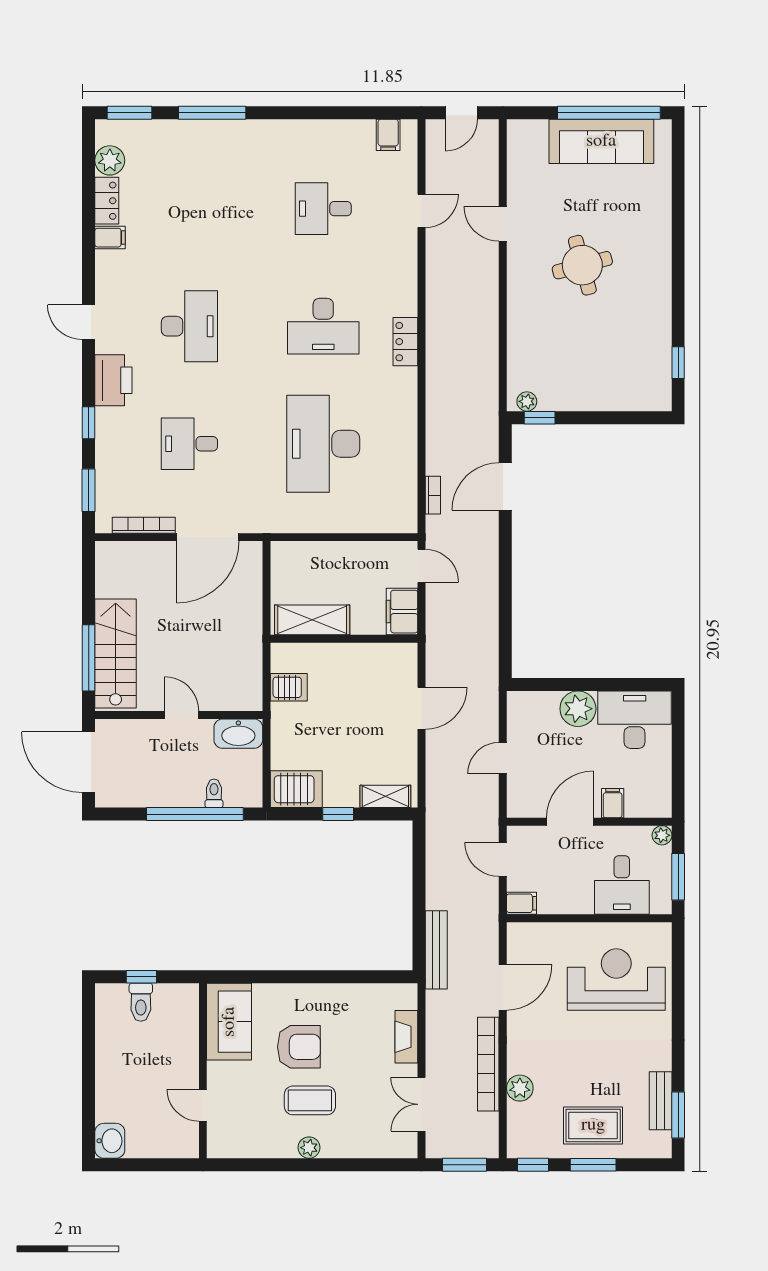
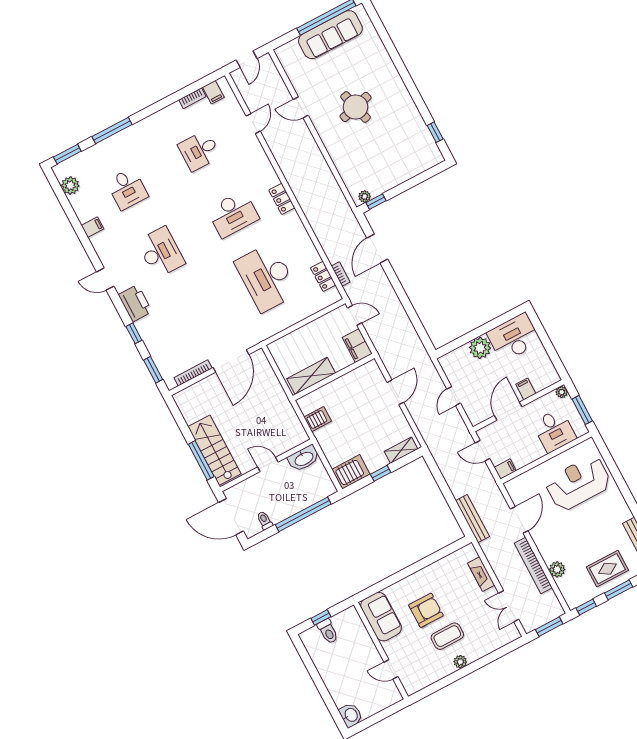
bookcase: (353, 128) -> (192, 98), added
locker: (107, 201) -> (323, 276), moved, turned 180
desk: (189, 444) -> (127, 189), moved, turned -90
toilet: (214, 793) -> (265, 520), moved

